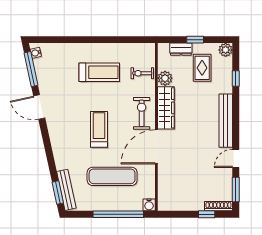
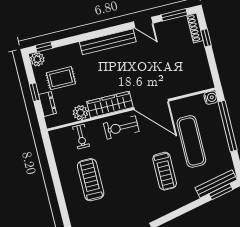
window: (236, 79) -> (44, 47), moved
treadmill: (99, 129) -> (165, 171), moved, turned -90

